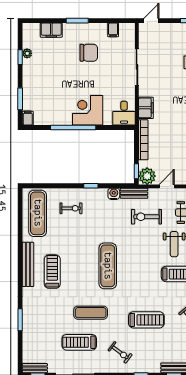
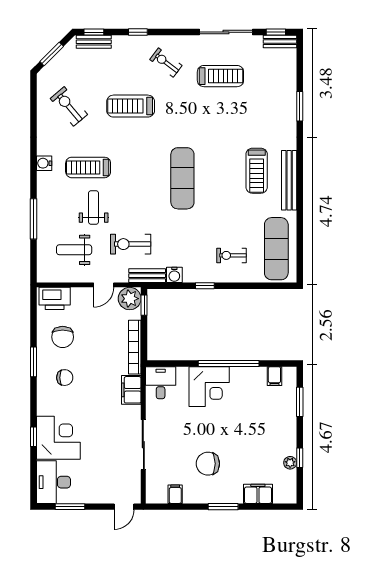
filing cabinet: (28, 118) -> (274, 376), moved
exercise bike: (146, 217) -> (131, 244), turned 180
exercise mat: (91, 313) -> (205, 116), removed

